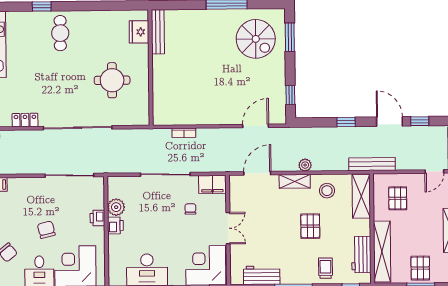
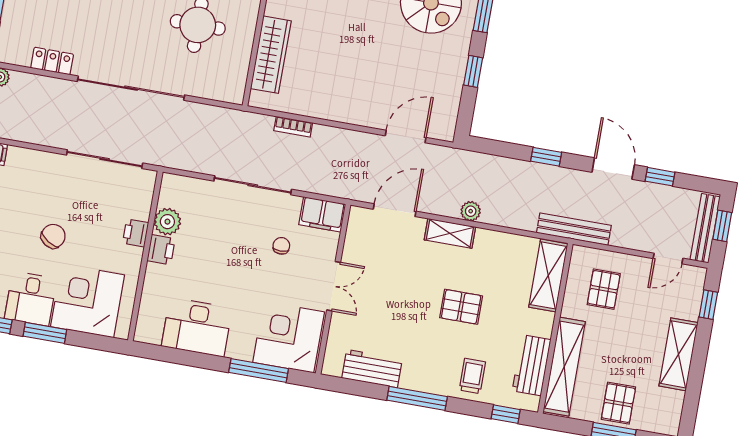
wardrobe: (161, 90) -> (271, 55), added
window: (290, 95) -> (473, 71), moved
stool: (327, 191) -> (497, 257), removed
pallet: (310, 226) -> (461, 307), turned 90
chair: (46, 230) -> (53, 236), turned 47

